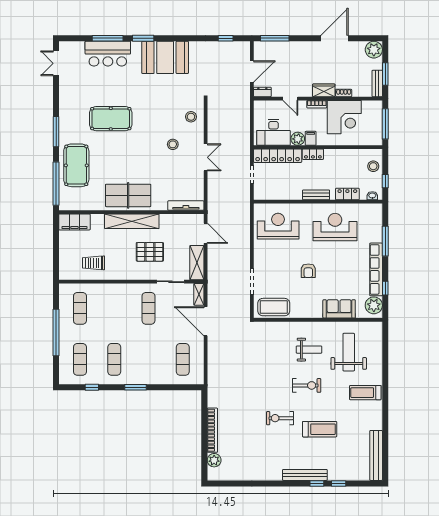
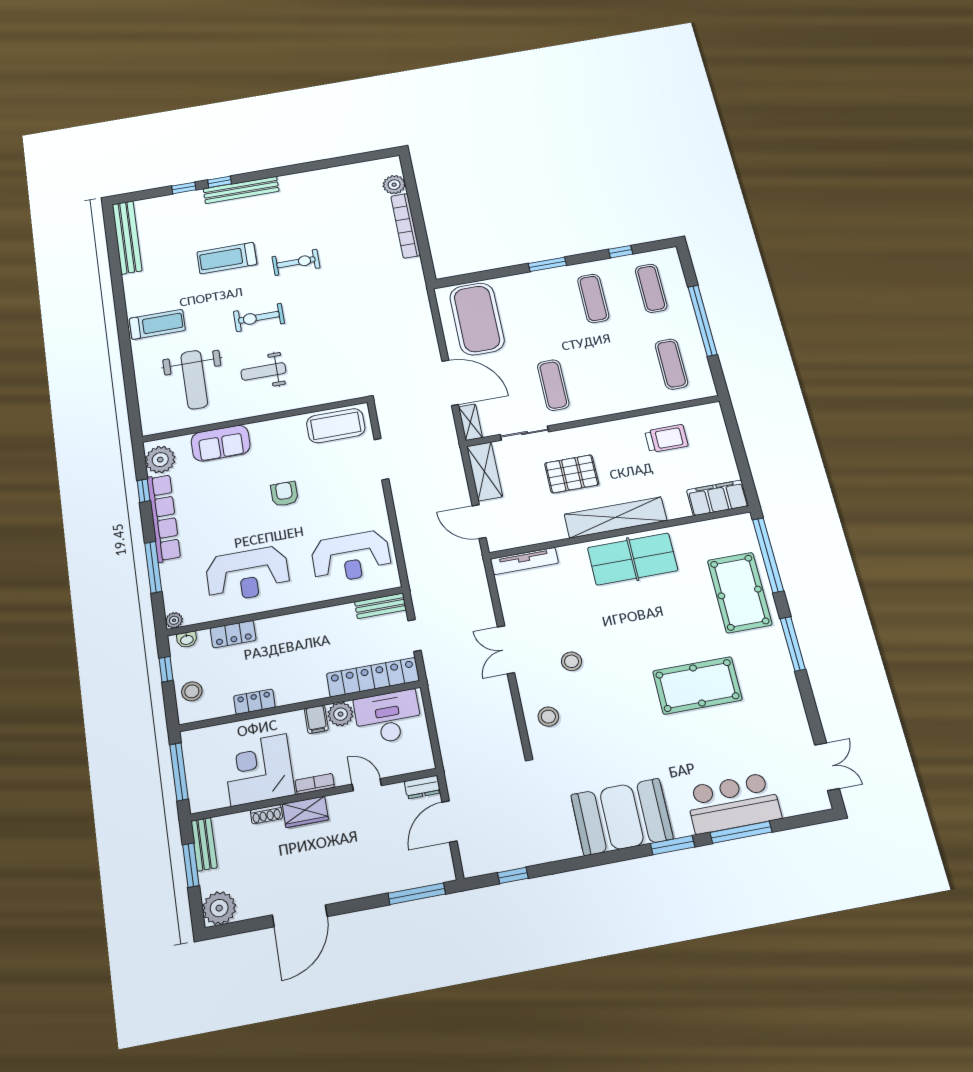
locker: (313, 154) -> (254, 702), moved
bench: (316, 195) -> (380, 606), moved
plant: (378, 208) -> (174, 620), added
exercise mat: (183, 359) -> (477, 319), width x2.00, depth x1.45

